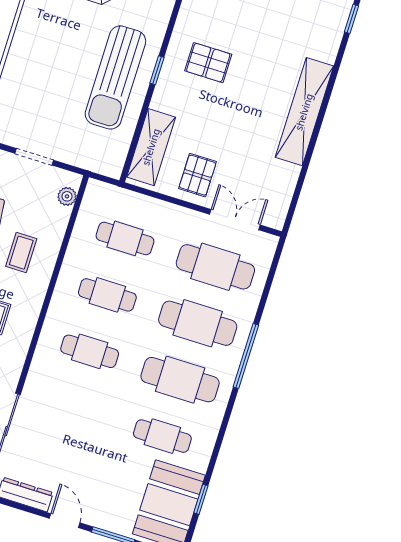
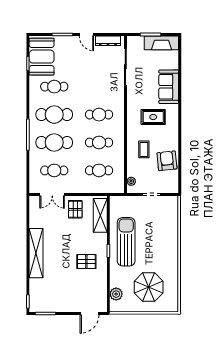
cafe table: (215, 267) -> (54, 170), width x0.73, depth x0.74

